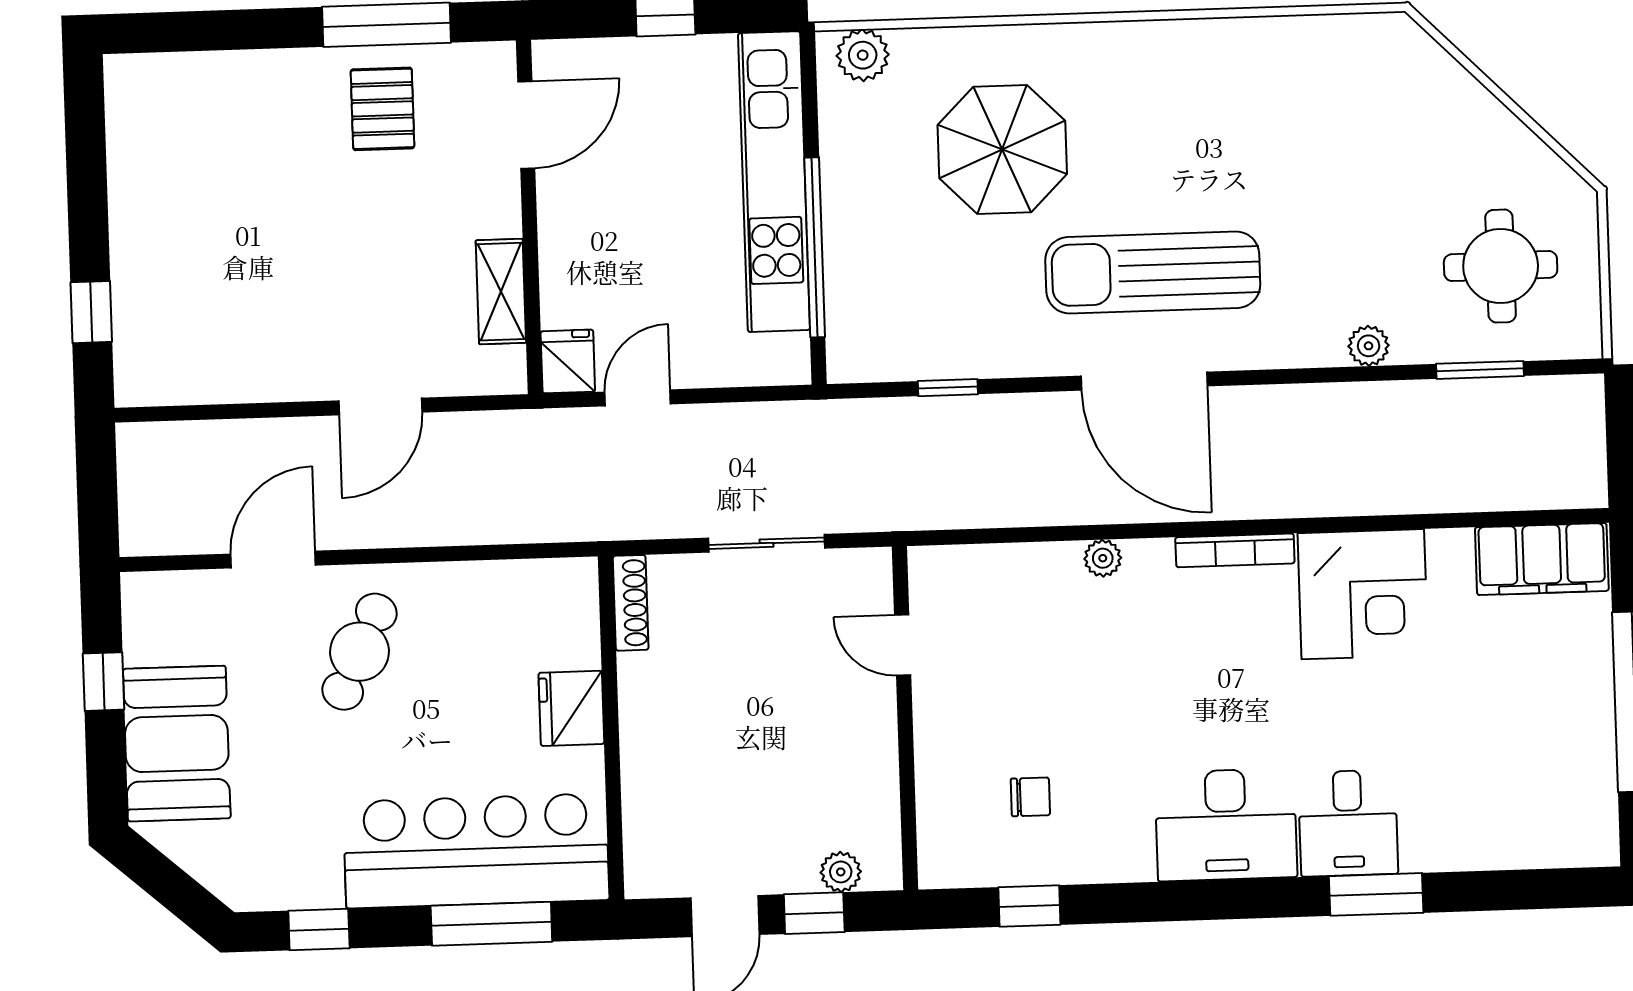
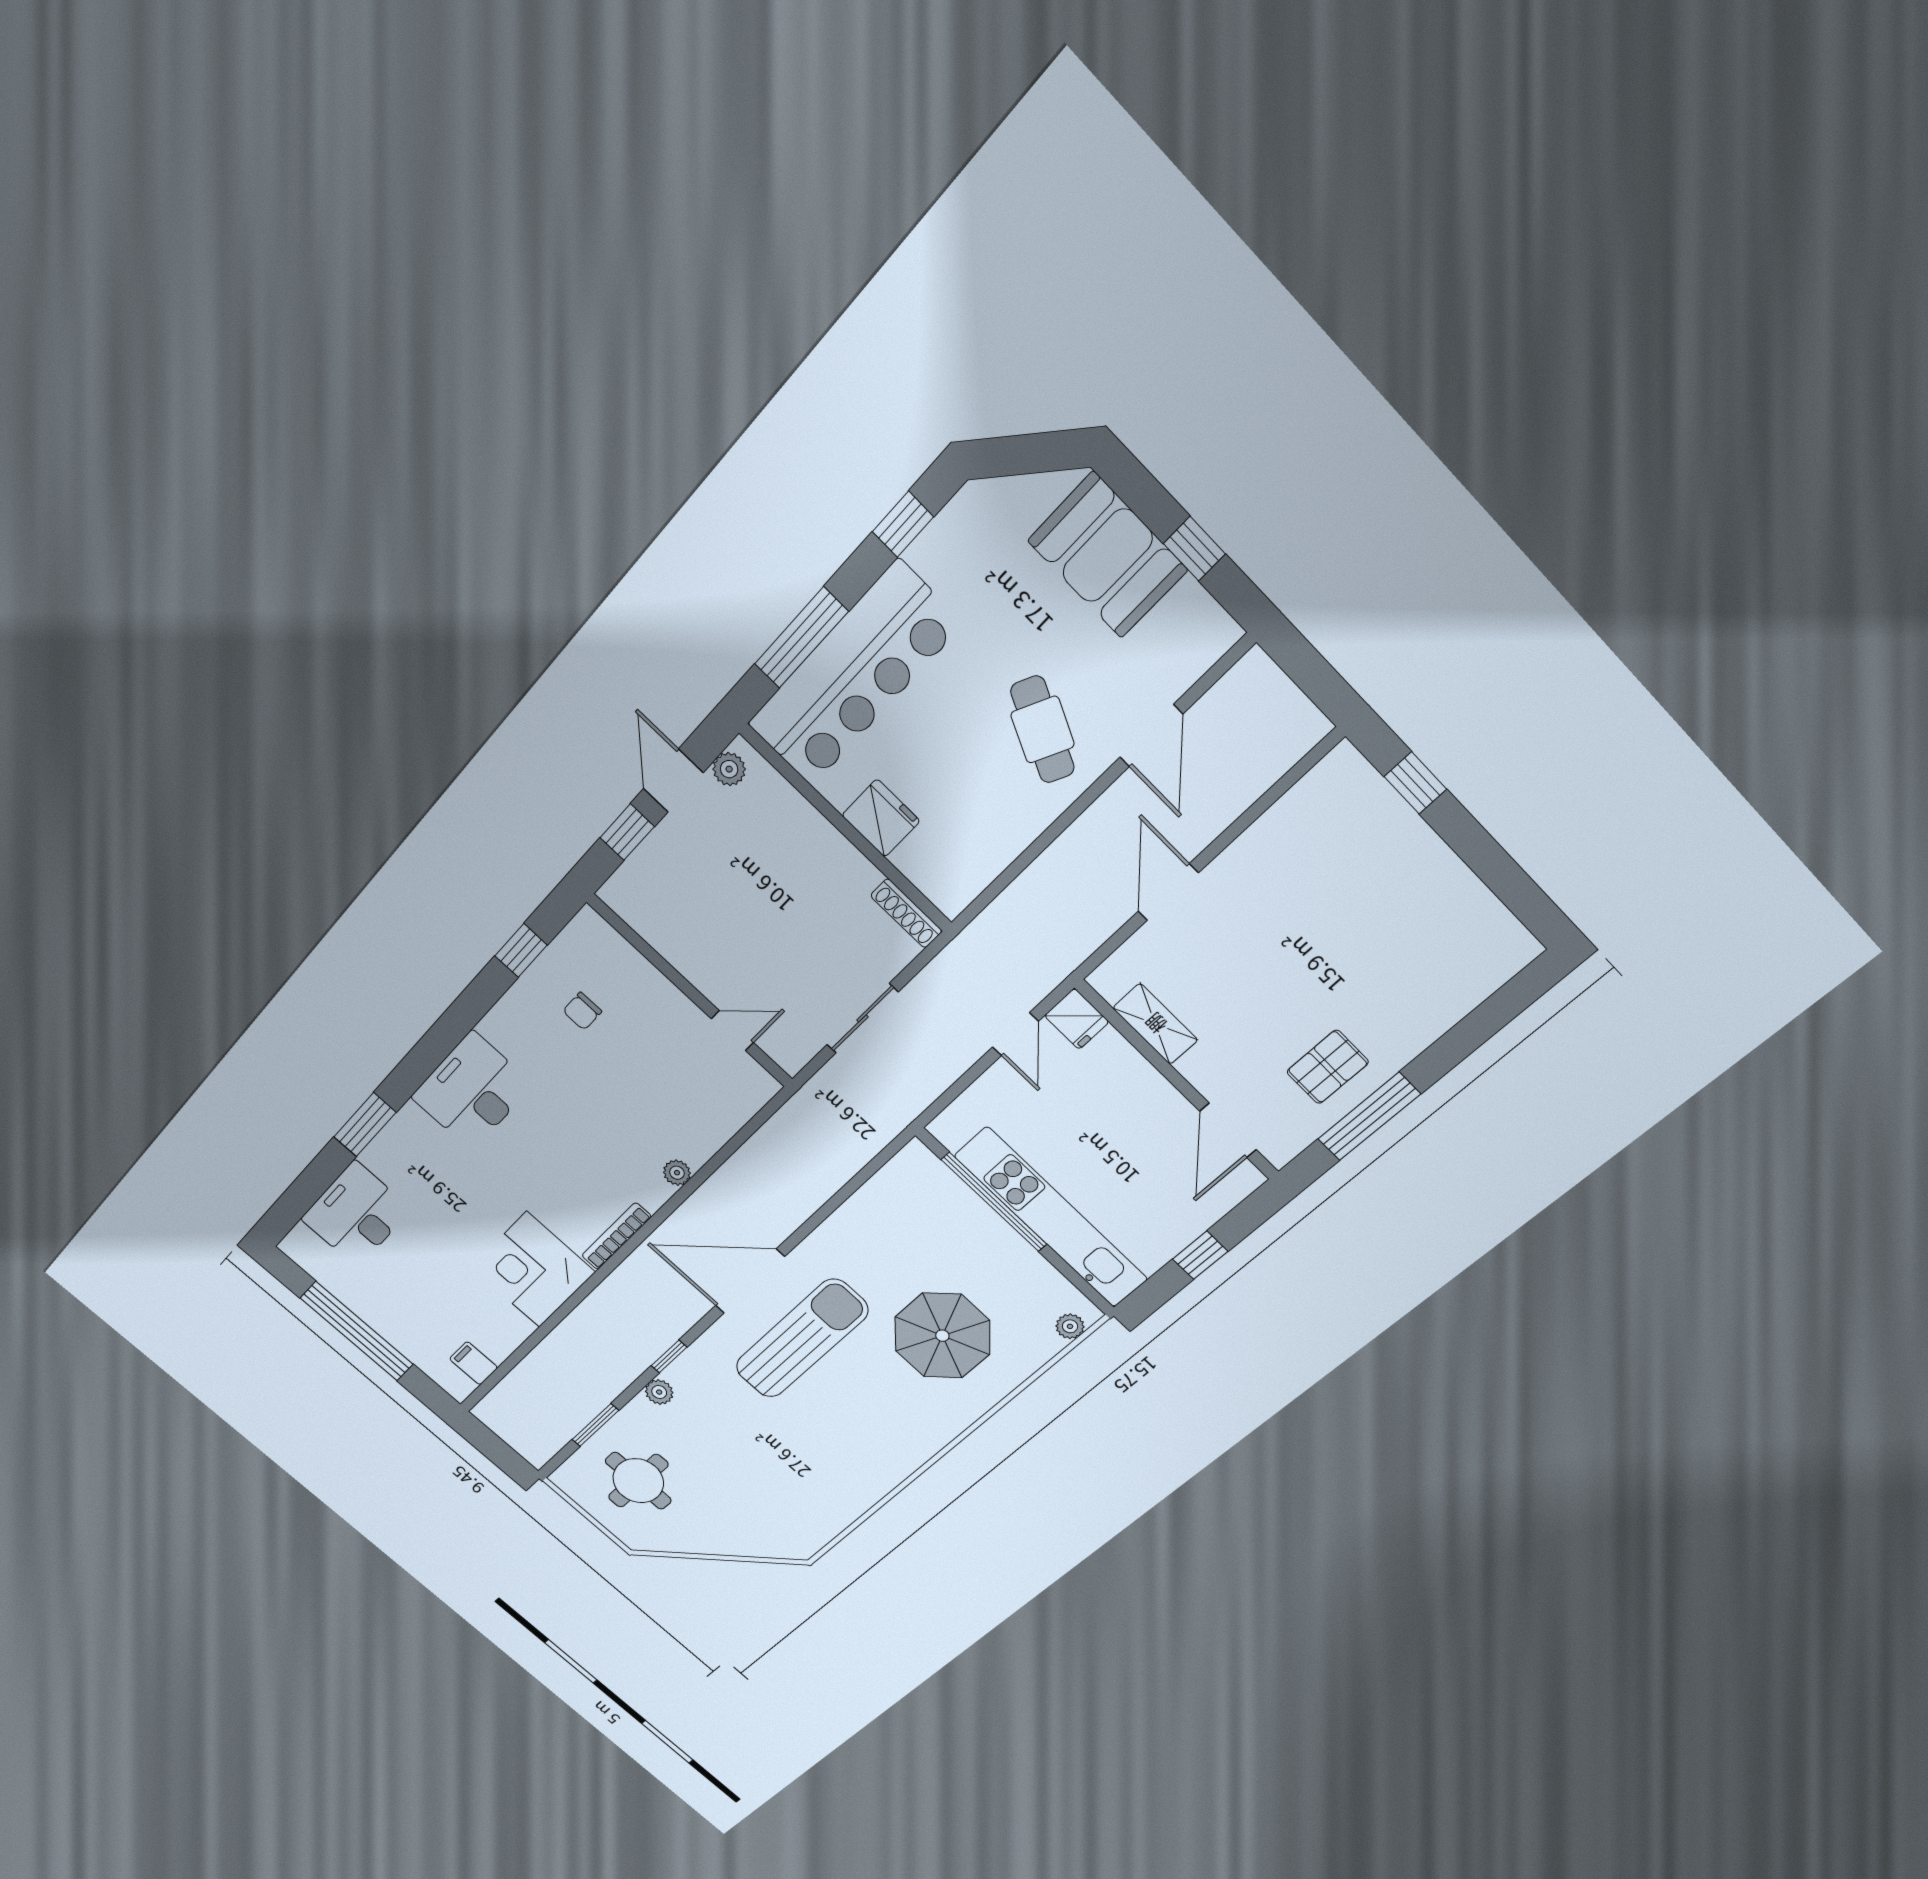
plant: (863, 55) -> (1070, 1326), width x0.73, depth x0.73
pallet: (382, 109) -> (1328, 1067), turned 90
window: (948, 388) -> (669, 1356), moved
filing cabinet: (1542, 559) -> (474, 1363), width x0.33, depth x0.86
desk: (1348, 823) -> (356, 1214), moved, width x1.37
plant: (841, 872) -> (729, 769), moved

